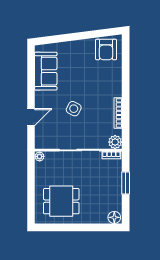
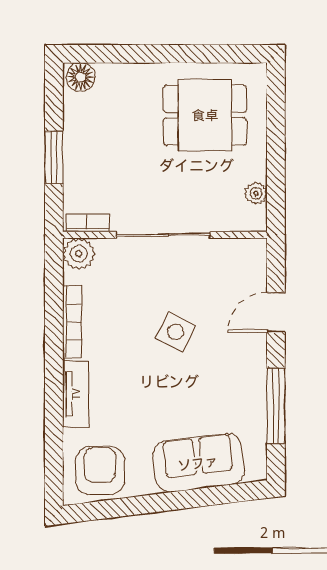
sofa: (46, 71) -> (198, 463), moved, turned 83
window: (31, 77) -> (276, 406), added
tv unit: (116, 82) -> (76, 394), added
plant: (40, 156) -> (256, 193), moved

